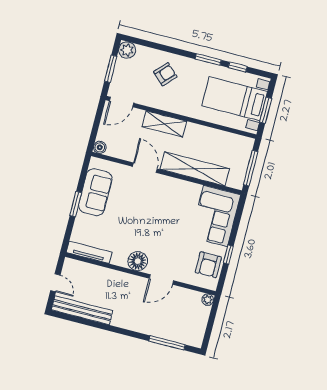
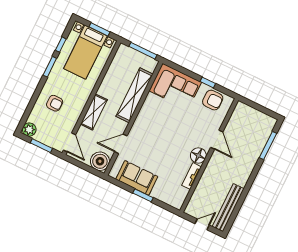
armchair: (165, 74) -> (55, 103), turned 137
boiler: (100, 147) -> (100, 161), width x1.86, depth x1.86
door: (145, 168) -> (121, 144), moved
tv unit: (89, 252) -> (192, 176), moved, width x0.71
plant: (208, 300) -> (240, 106), removed

